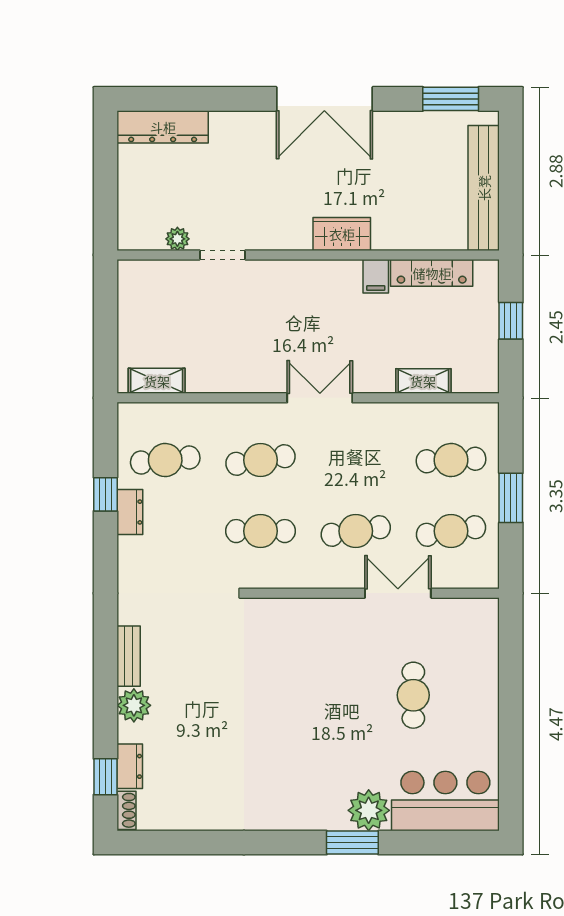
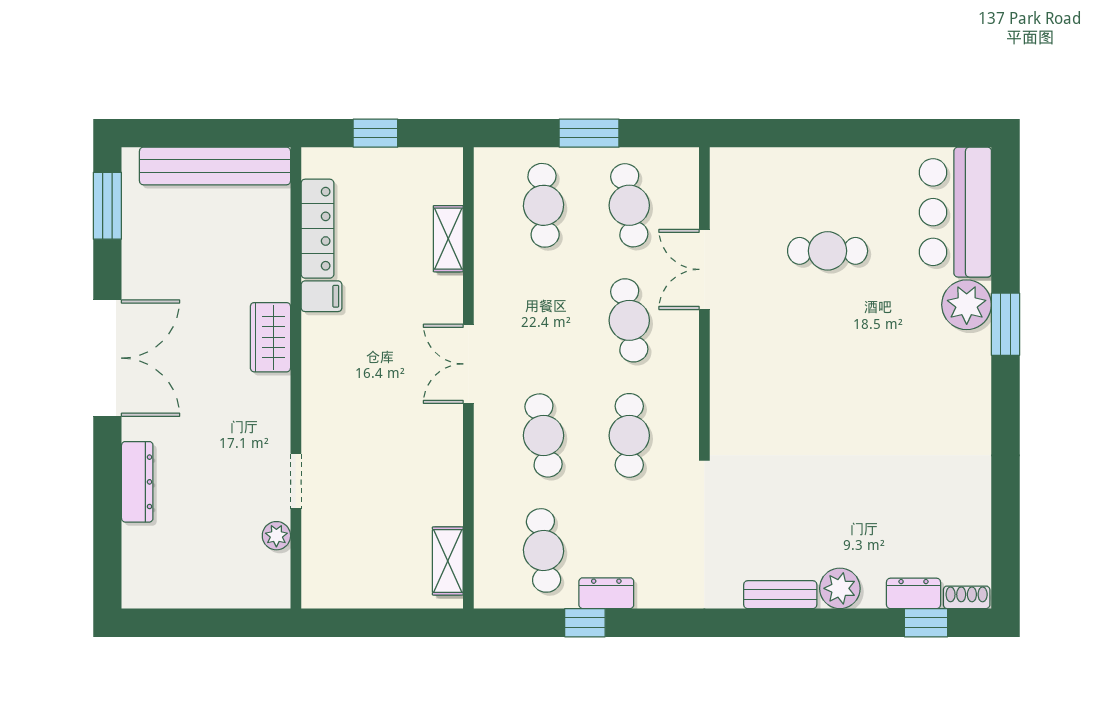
dresser: (163, 127) -> (137, 482), moved, width x0.73, depth x0.80

